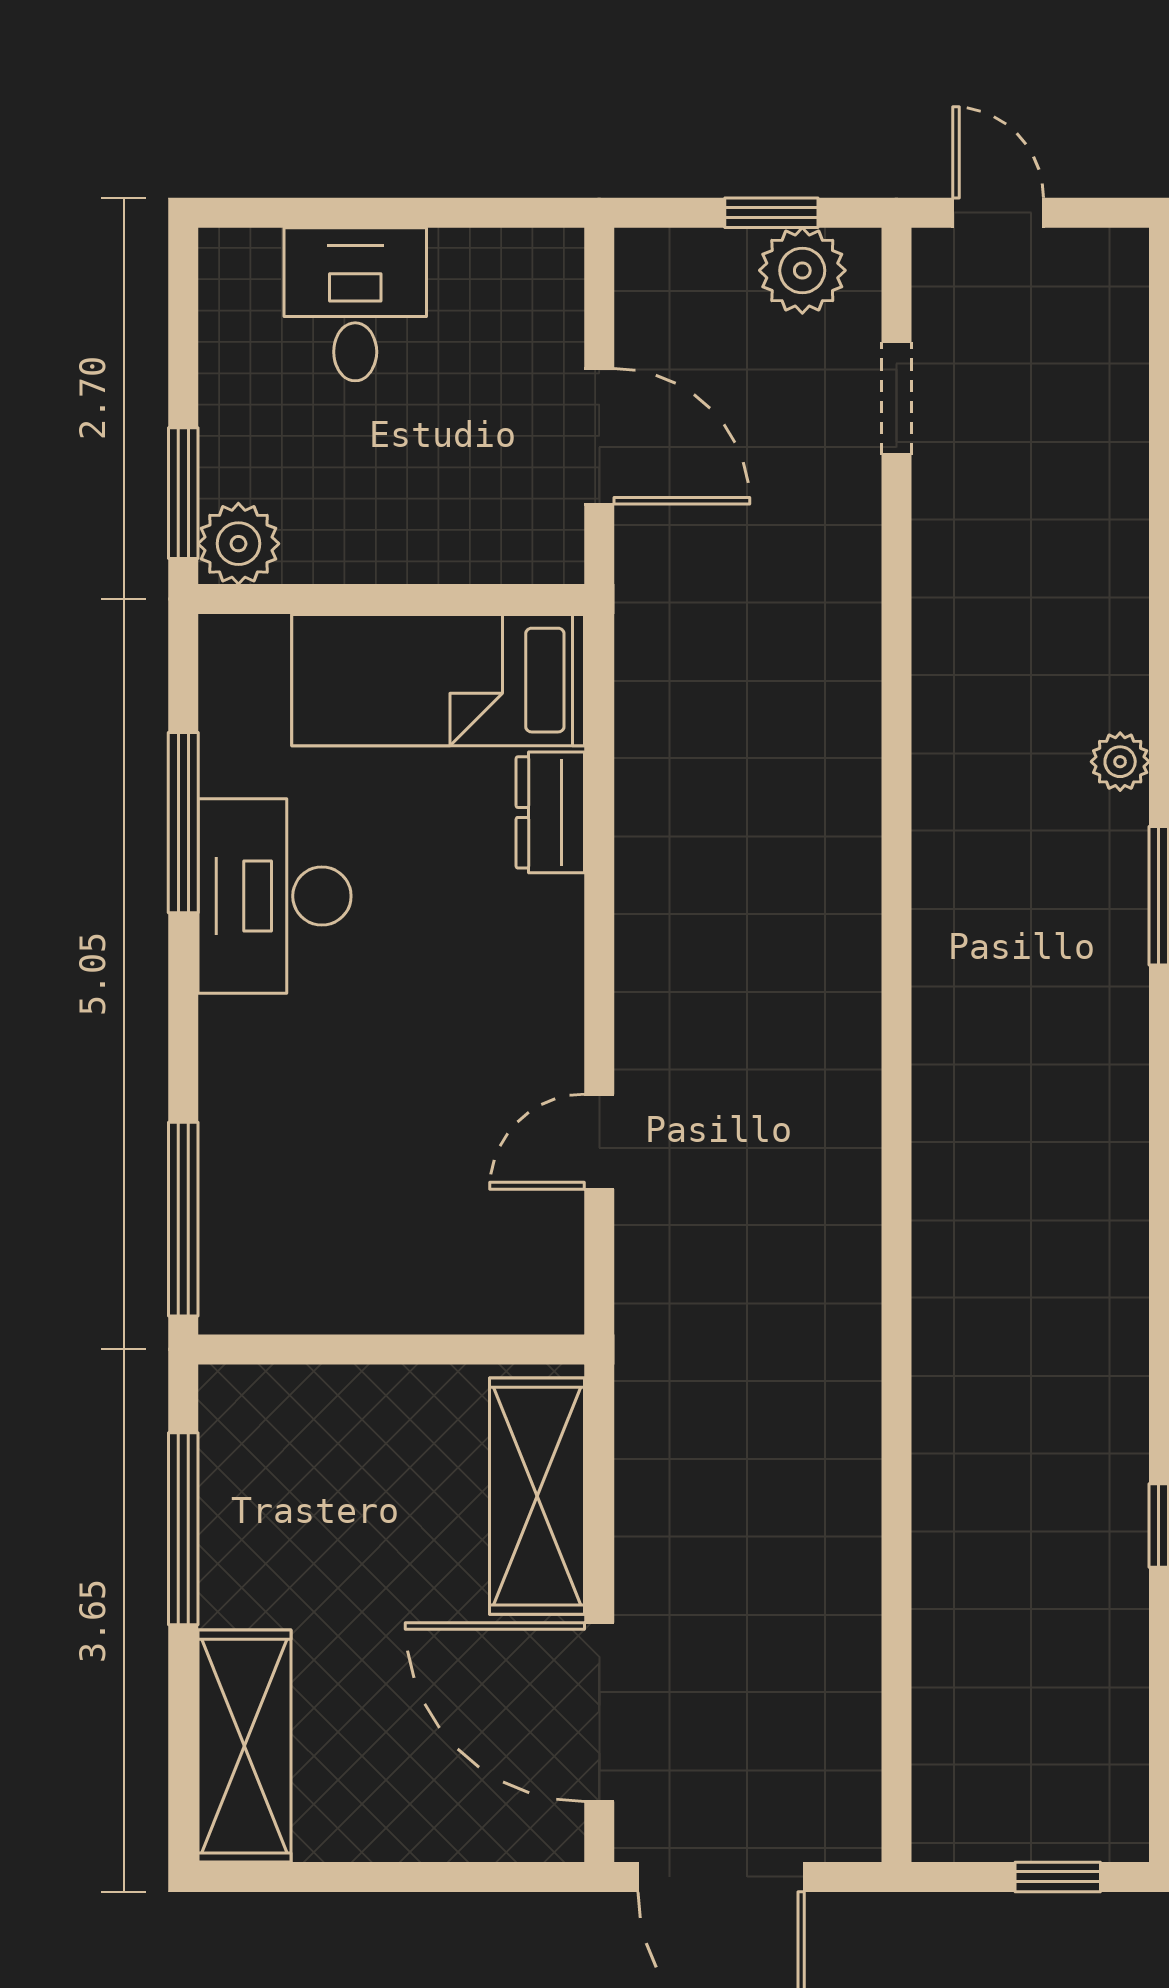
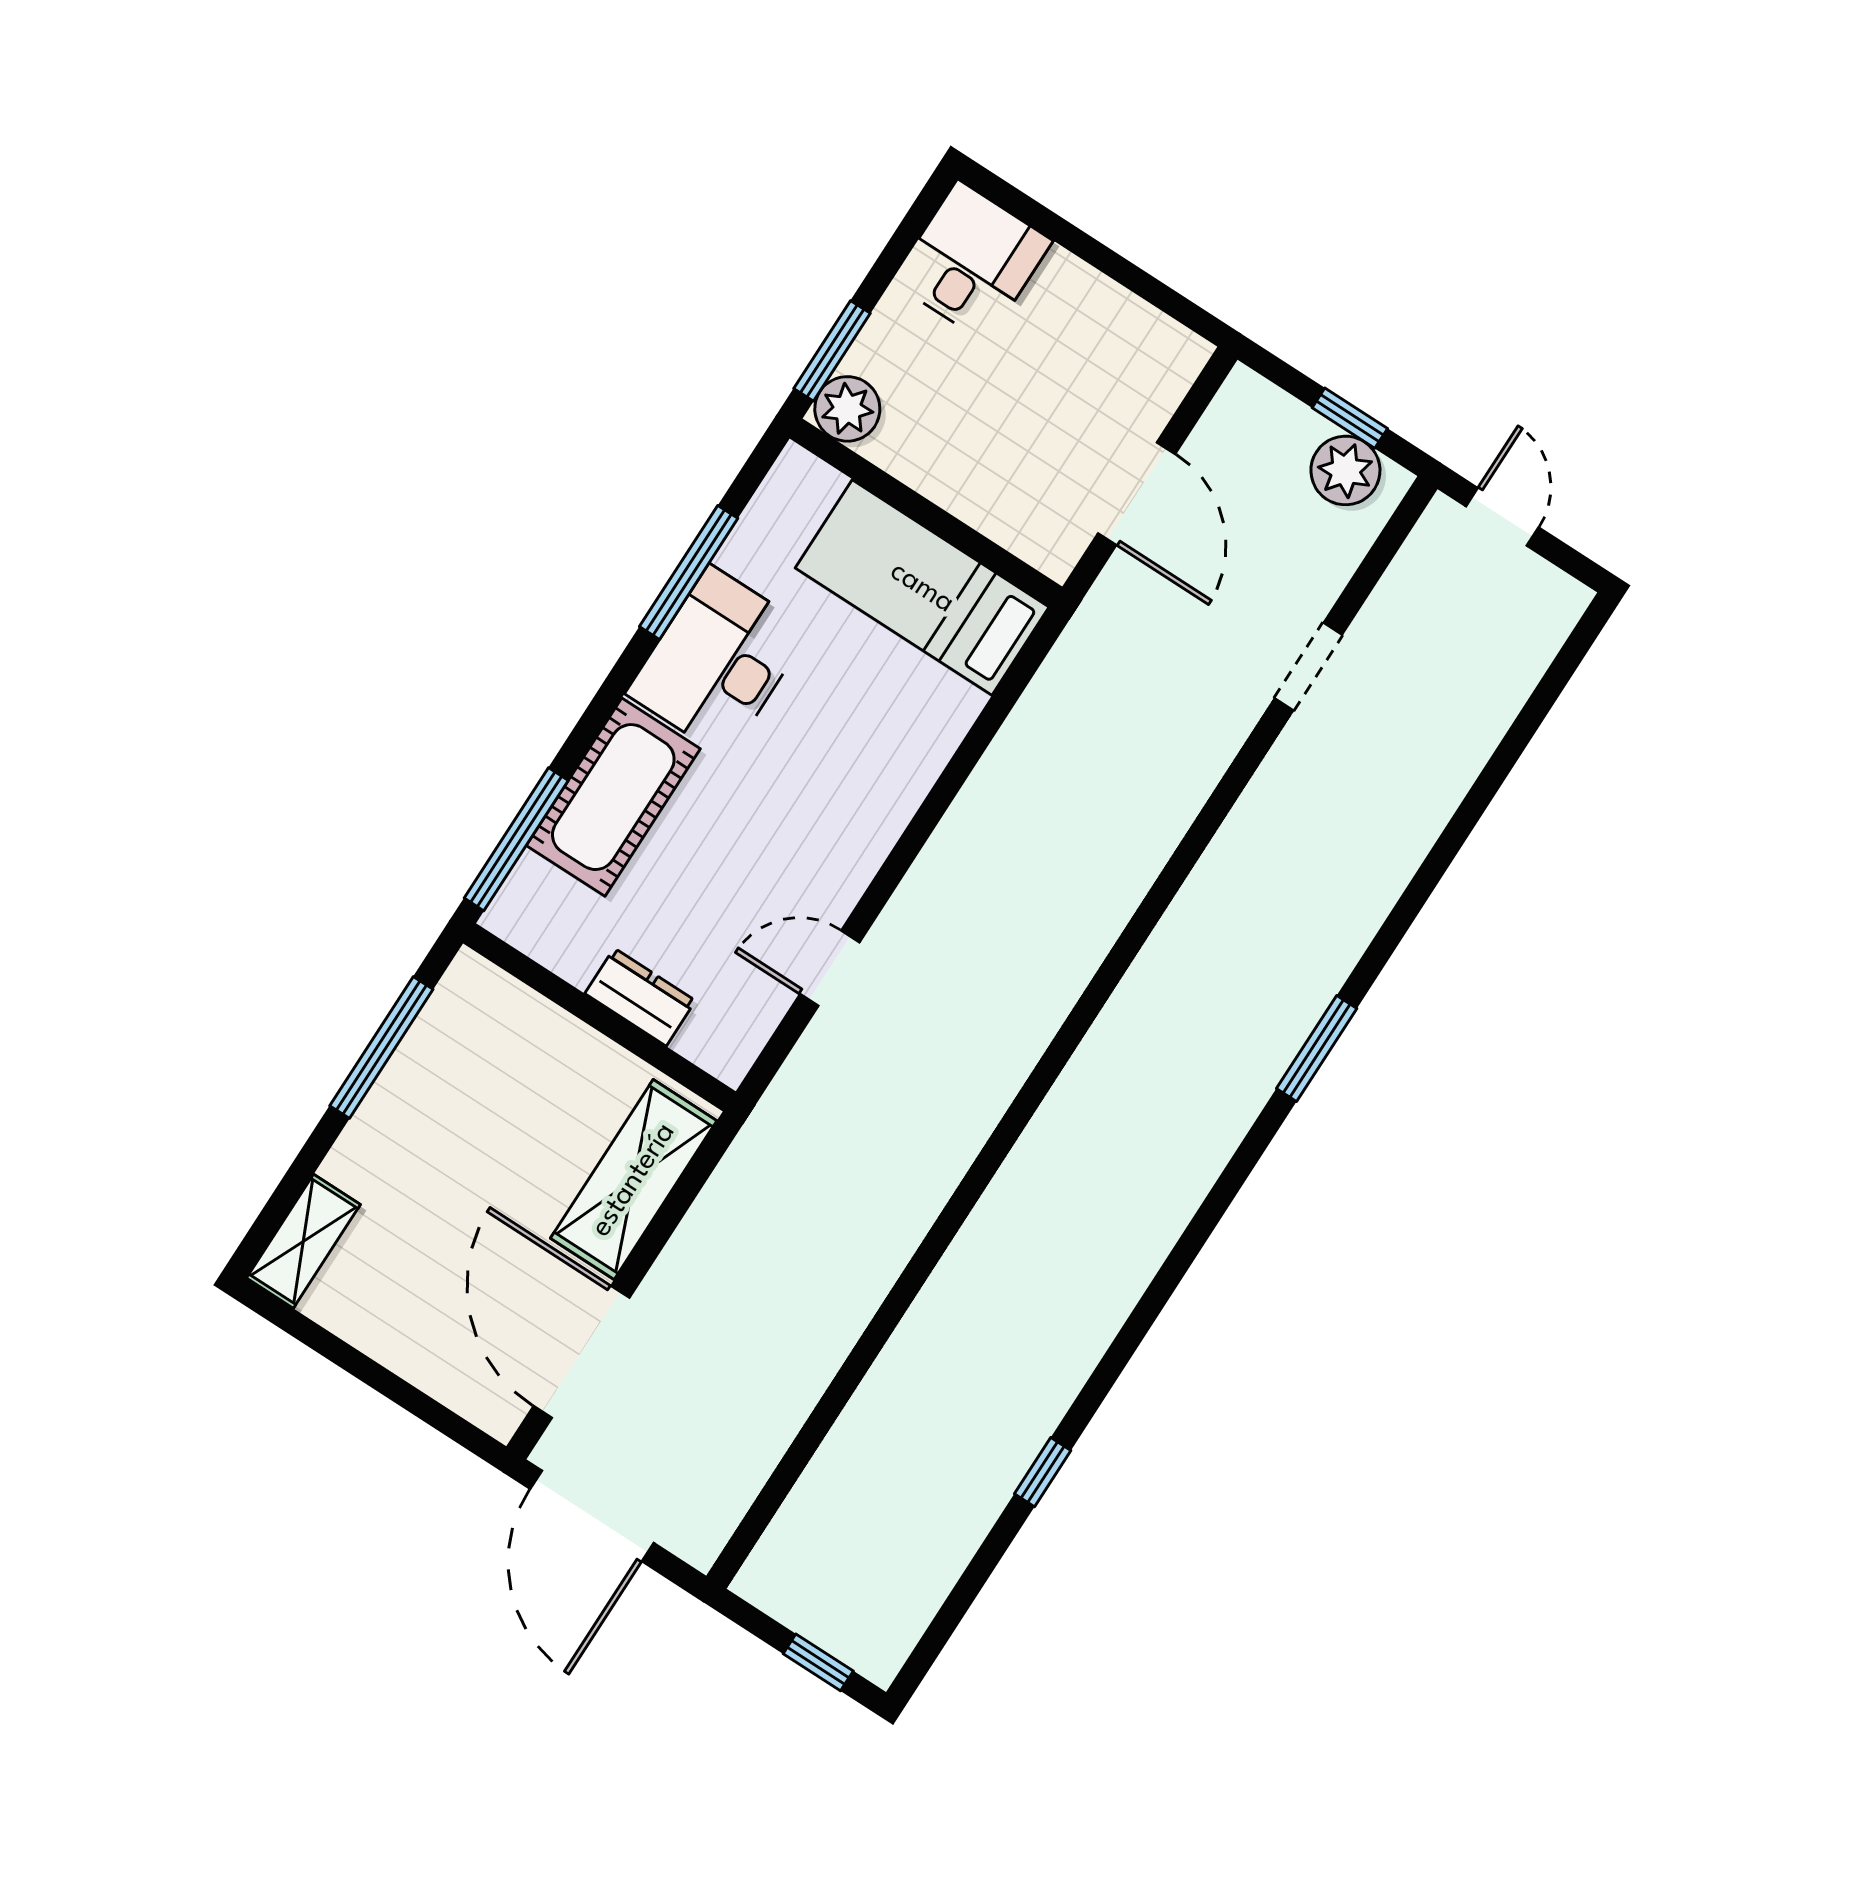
desk: (355, 304) -> (972, 261), moved
doorway: (896, 398) -> (1308, 667), moved
plant: (1120, 762) -> (1346, 939), removed
dresser: (550, 812) -> (640, 997), moved, turned 90
cot: (256, 1109) -> (613, 797), added
shelving: (244, 1746) -> (303, 1241), width x0.67, depth x0.75

